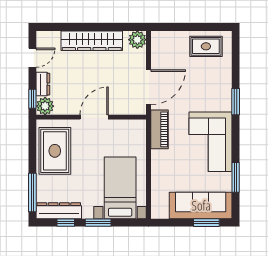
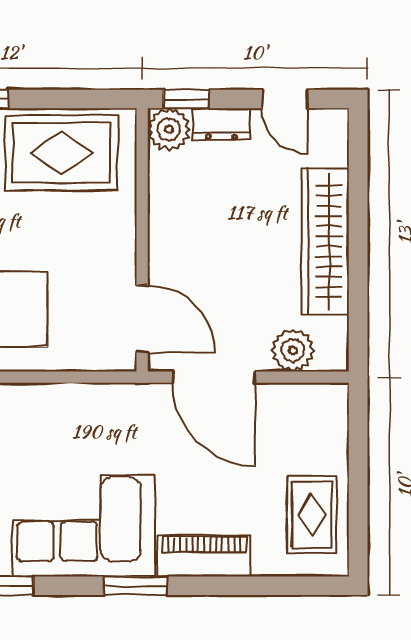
plant: (137, 40) -> (293, 350), moved
window: (236, 102) -> (135, 586), moved
door: (94, 117) -> (142, 319), moved
piano: (159, 129) -> (204, 556), moved, turned 180

